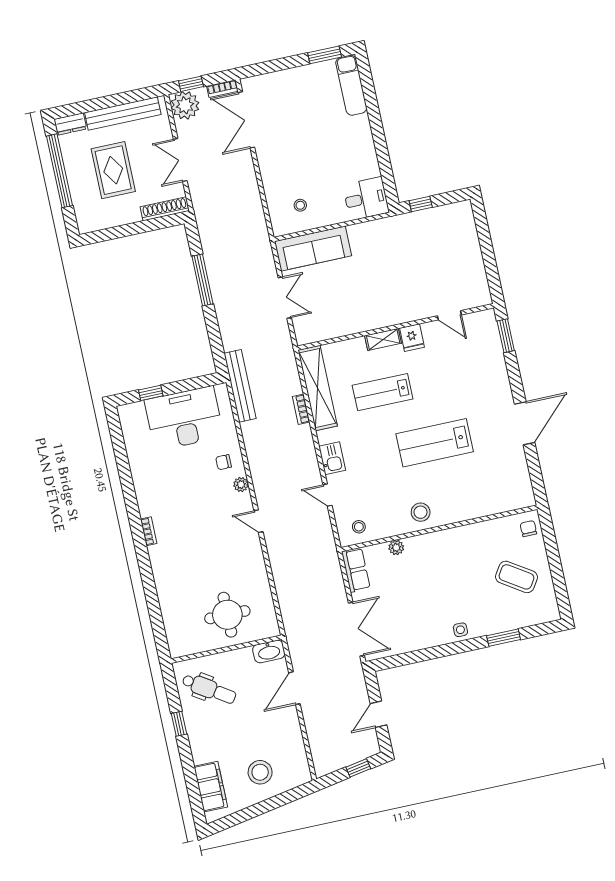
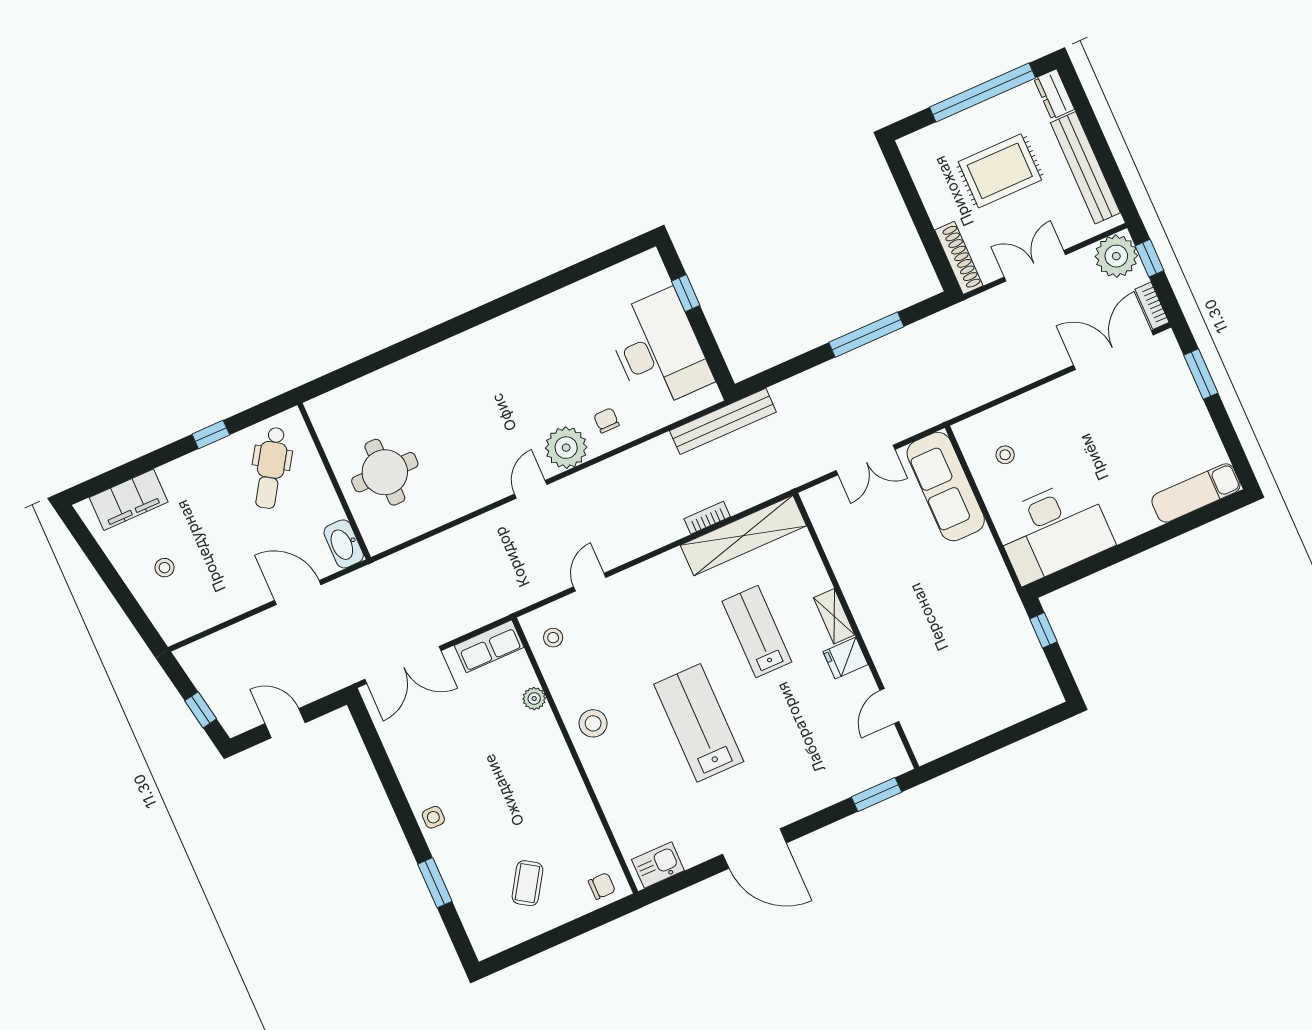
window: (325, 55) -> (1201, 374), moved
desk: (366, 199) -> (1053, 531), width x1.87, depth x1.30
kitchen sink: (332, 458) -> (658, 865), moved, turned 180
plant: (241, 485) -> (566, 448), width x1.87, depth x1.87
bookcase: (149, 531) -> (483, 332), removed
coffee table: (516, 577) -> (527, 883), width x0.73, depth x0.77
stool: (260, 772) -> (164, 568), width x0.53, depth x0.53

